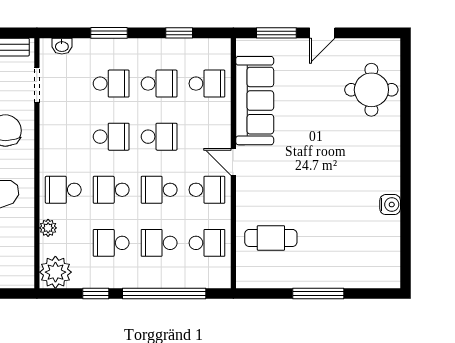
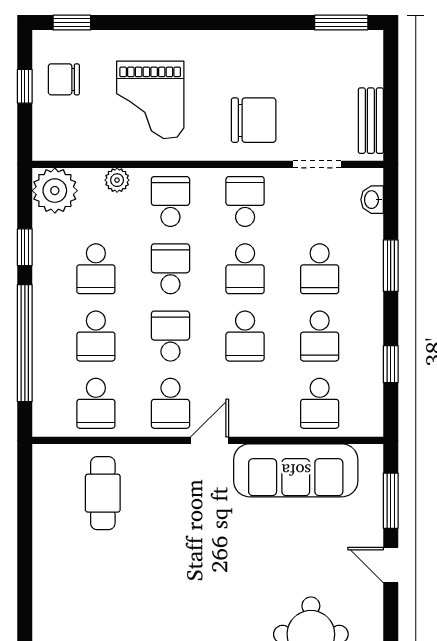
school desk: (63, 137) -> (245, 202), added
school desk: (111, 243) -> (96, 269), turned 180
school desk: (159, 243) -> (96, 336), turned 180
window: (318, 293) -> (25, 560), removed

